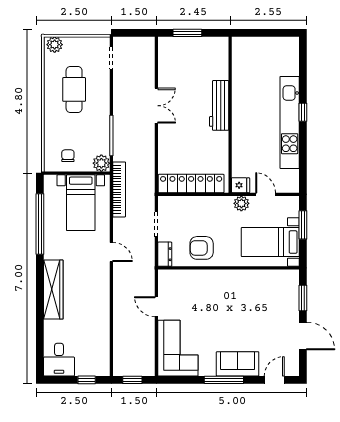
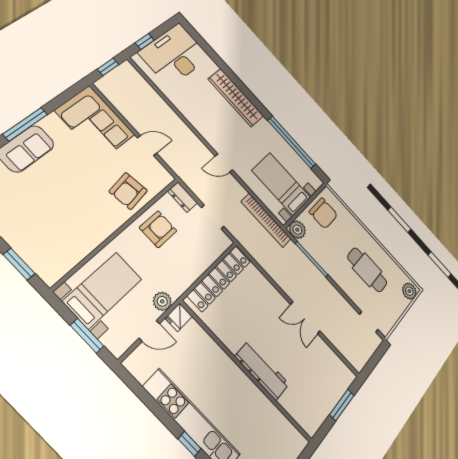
chair: (68, 156) -> (323, 213), width x1.87, depth x1.87
armchair: (198, 287) -> (128, 191), added
desk: (59, 360) -> (175, 55), width x1.87, depth x1.30

